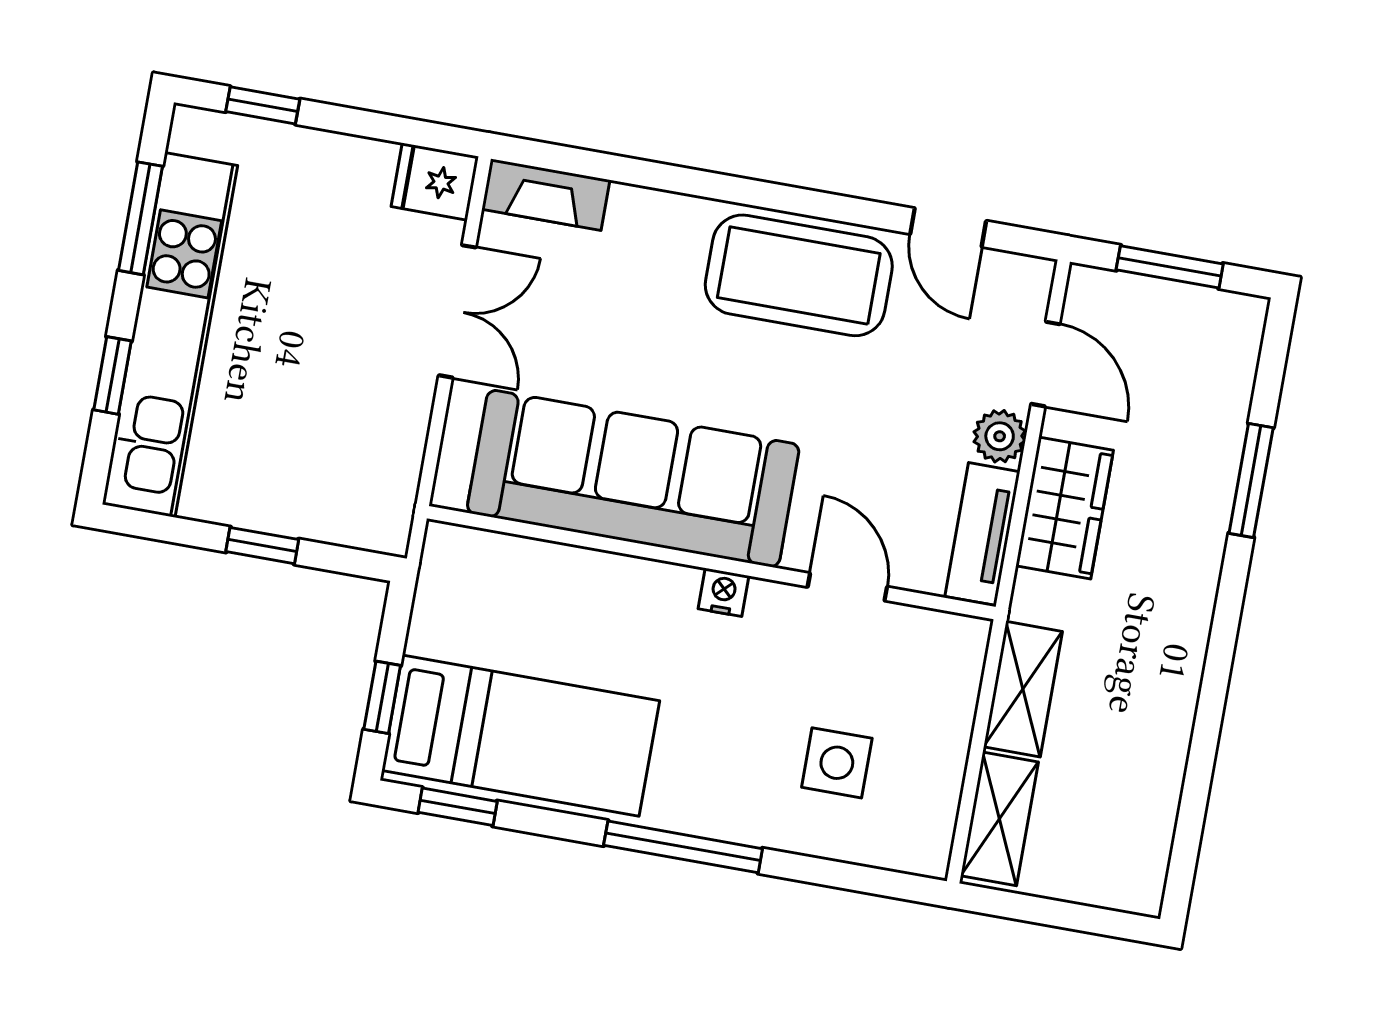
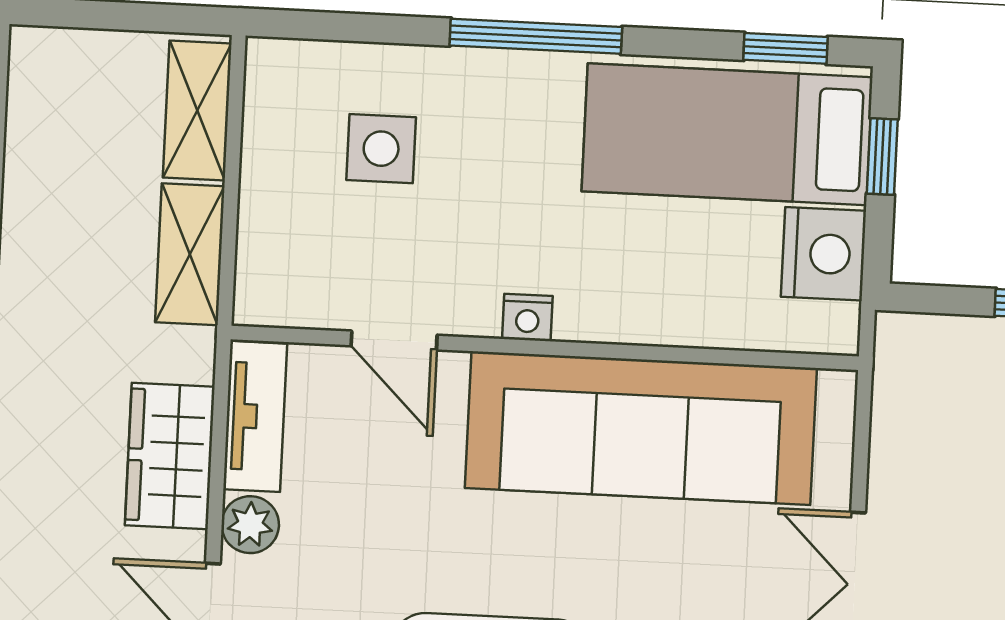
nightstand: (447, 616) -> (824, 254), added

